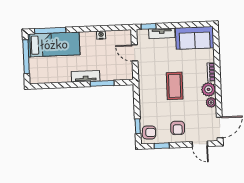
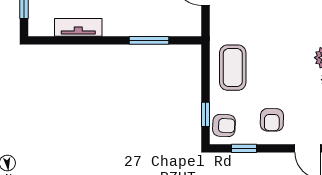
tv unit: (86, 76) -> (78, 27), moved
coffee table: (175, 86) -> (233, 68), moved

